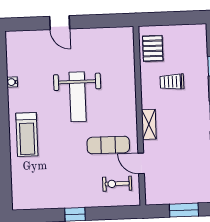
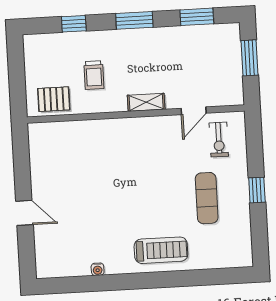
door: (60, 23) -> (24, 213), hinge flipped
weight bench: (78, 97) -> (114, 189), removed
exercise mat: (108, 145) -> (207, 198), moved

